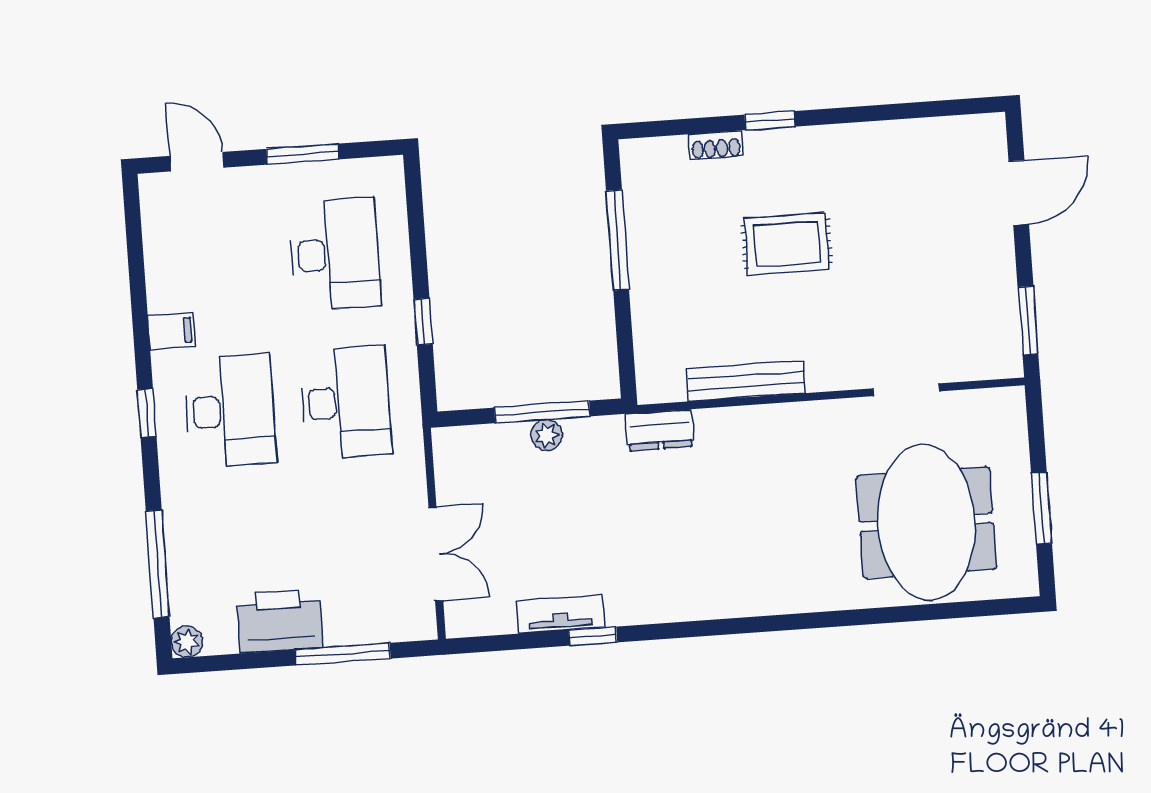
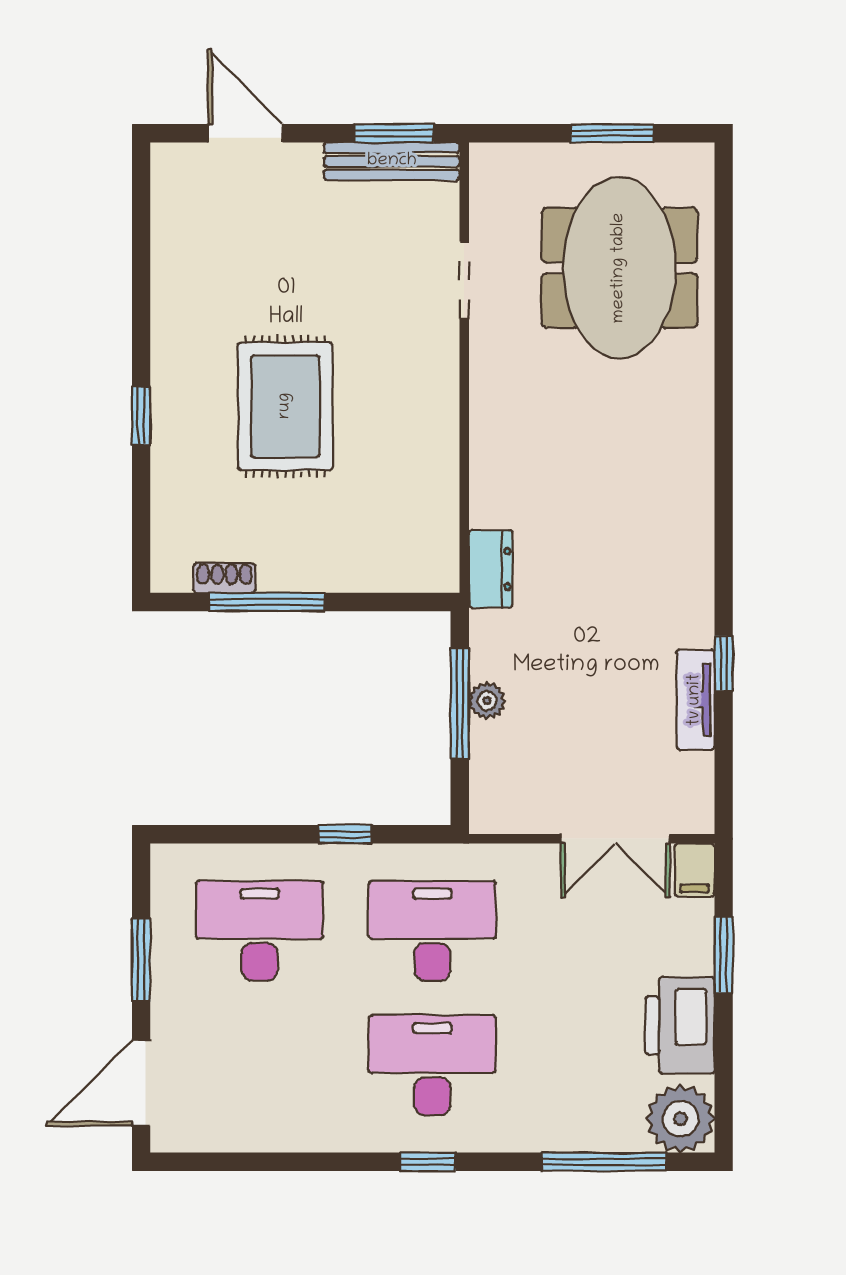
shoe rack: (716, 145) -> (224, 578), moved, turned -90
door: (197, 162) -> (141, 1083), width x1.38
rug: (787, 244) -> (285, 406), width x1.36, depth x1.43
filing cabinet: (172, 331) -> (695, 870), moved, turned 180
bench: (746, 381) -> (392, 161), moved, turned 90
meeting table: (926, 522) -> (619, 268), turned 90
double door: (436, 554) -> (615, 839), swing flipped
plant: (187, 642) -> (680, 1119), width x1.88, depth x1.88
window: (343, 654) -> (724, 955), width x0.69

